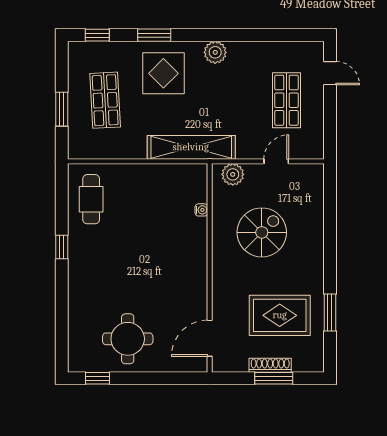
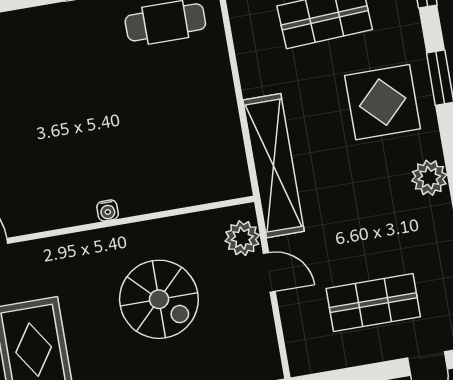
door: (276, 161) -> (269, 272), moved
water cooler: (201, 210) -> (108, 210), moved

